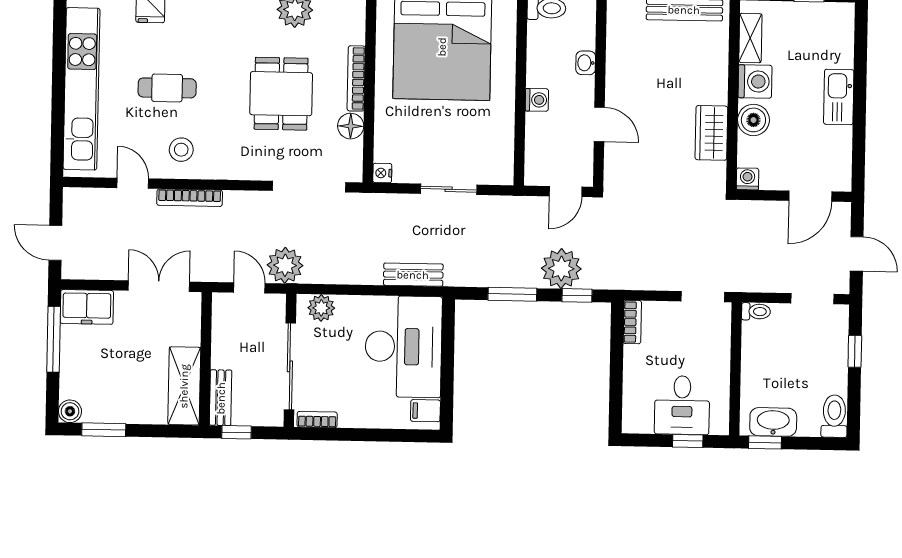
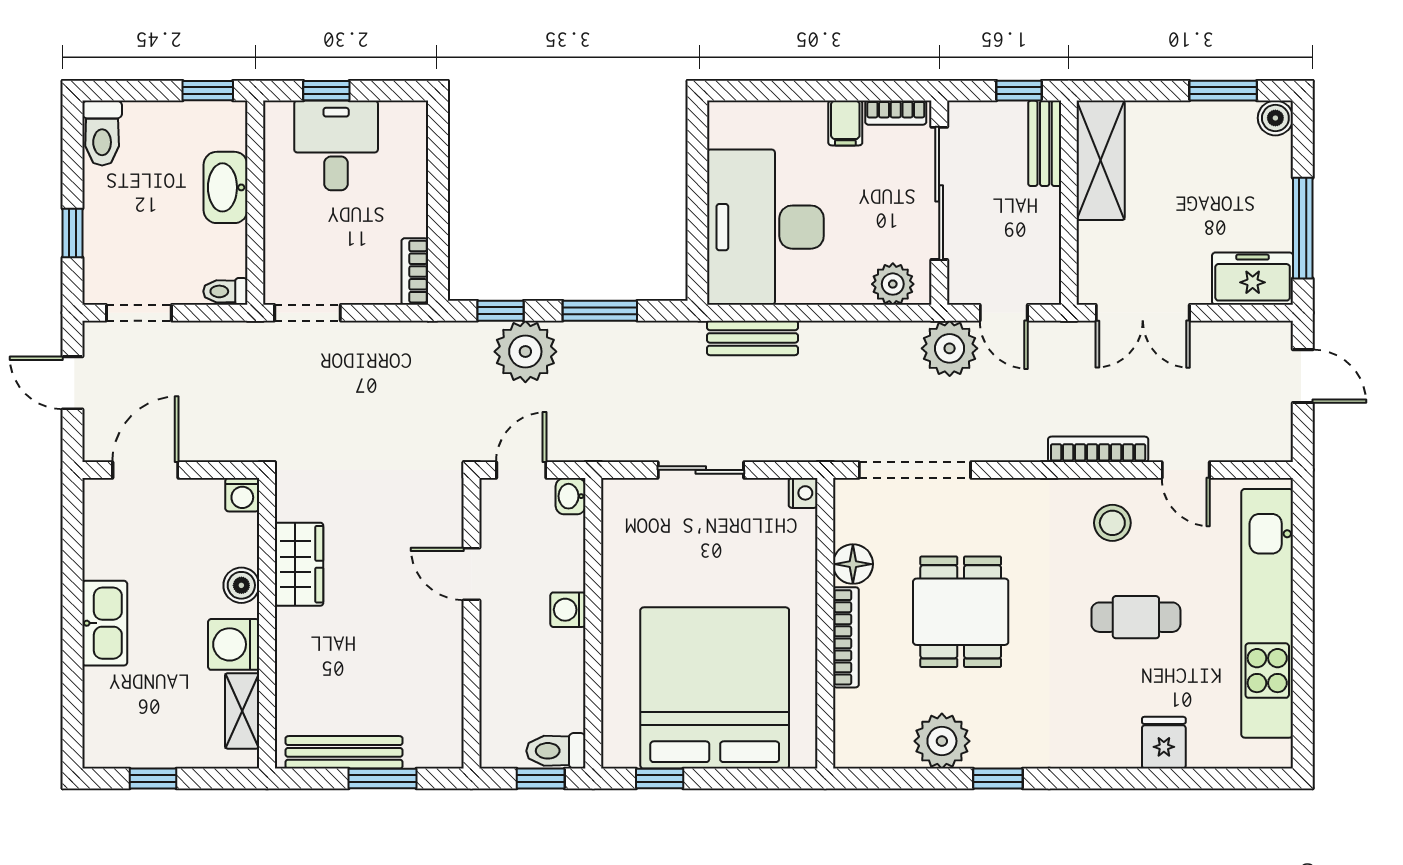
washbasin: (586, 63) -> (571, 496), moved, turned 180
boiler: (753, 120) -> (241, 585), width x0.73, depth x0.73
filing cabinet: (425, 411) -> (845, 123), moved, turned 90
washbasin: (773, 422) -> (226, 187), moved, turned 90

